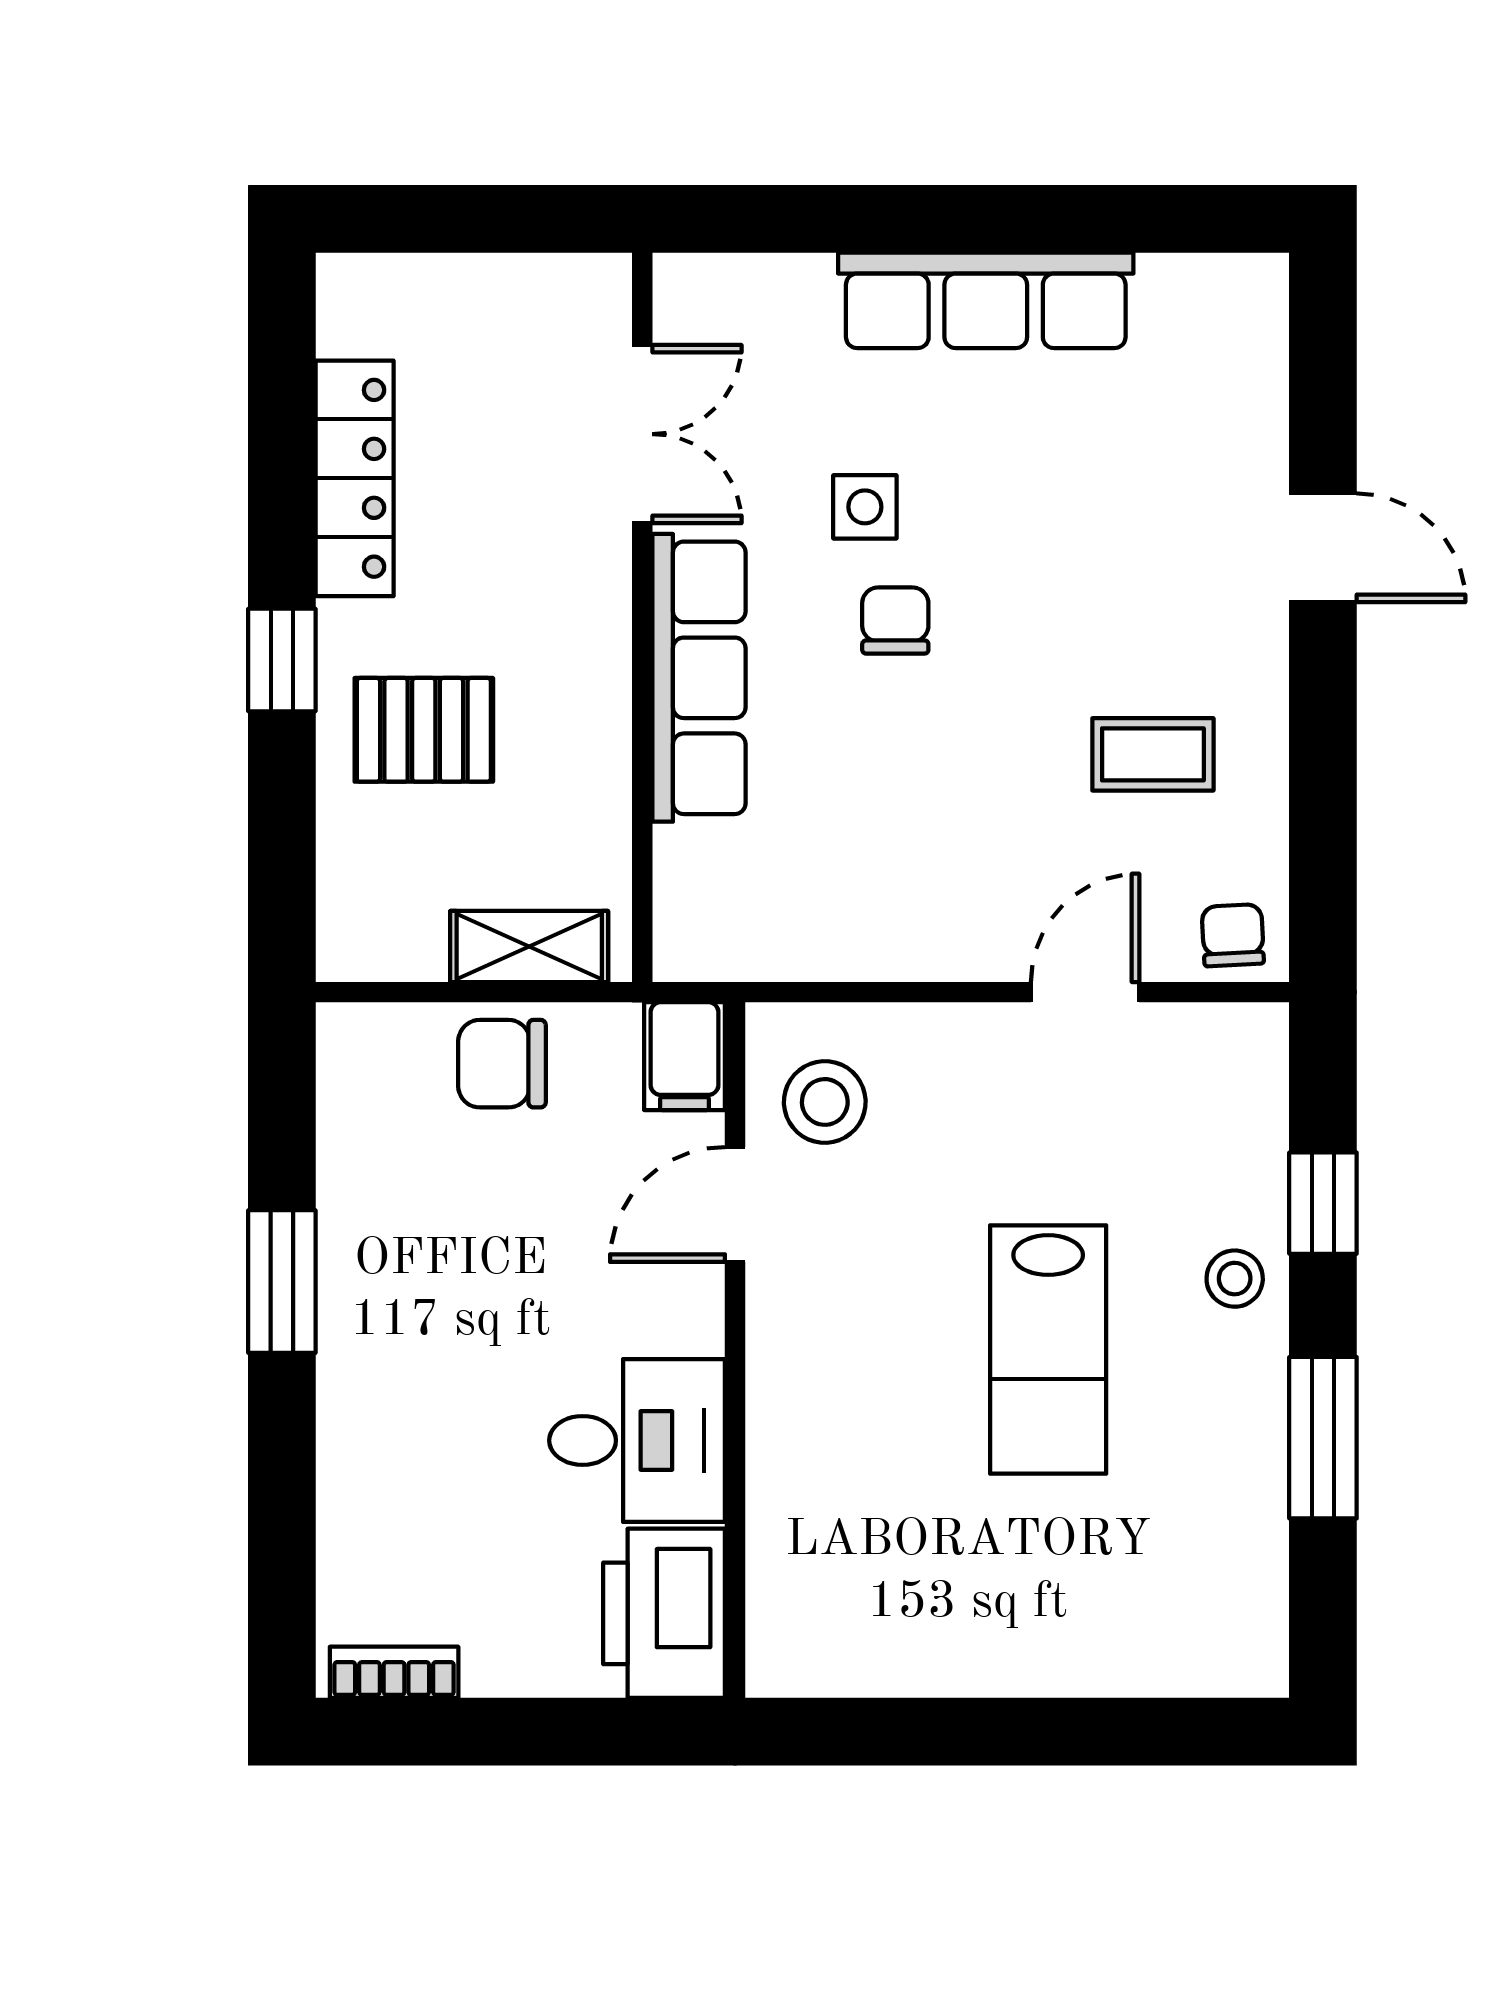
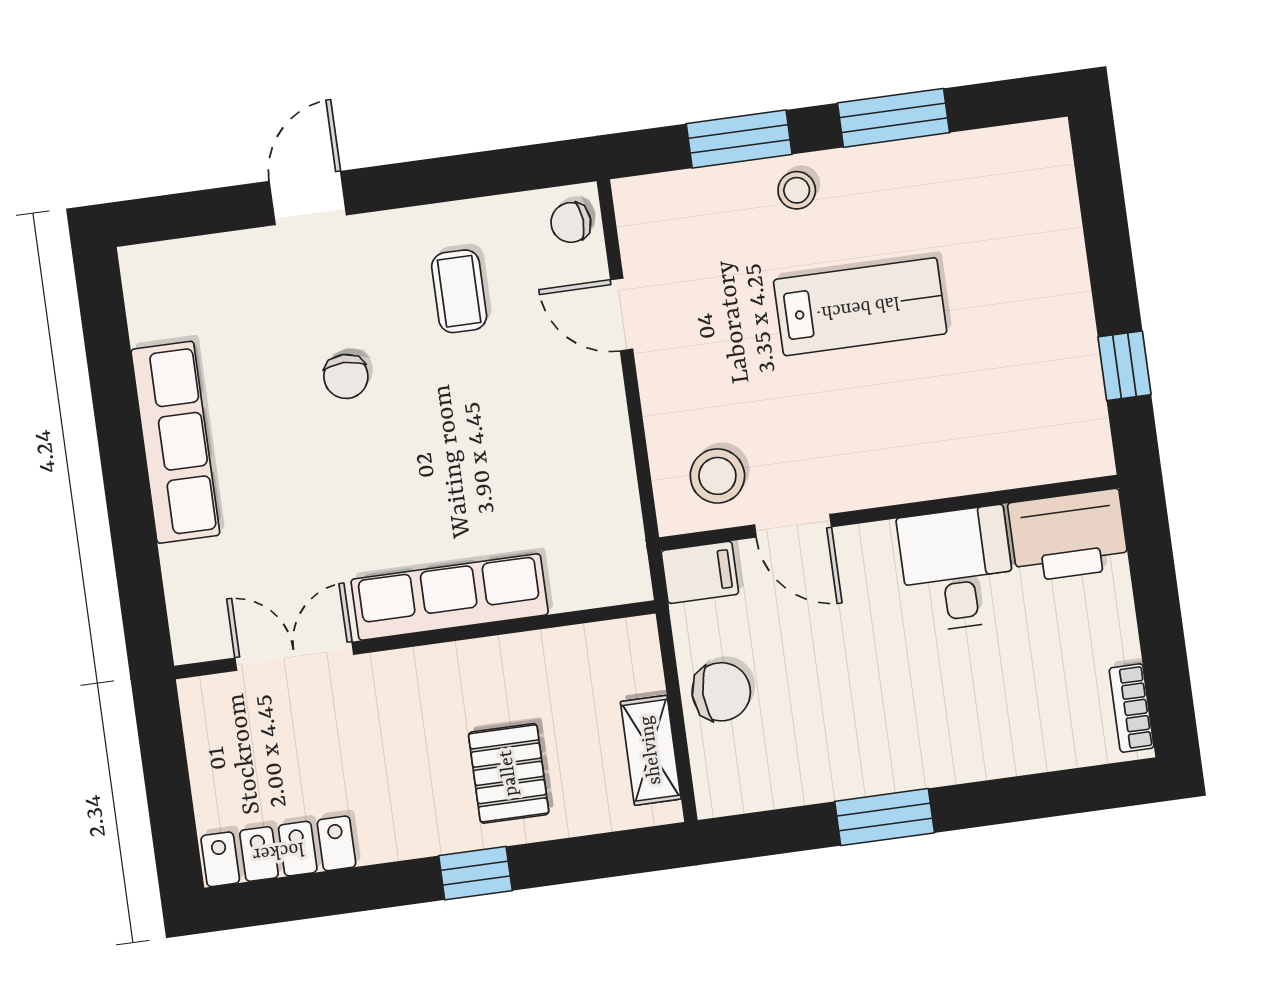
locker: (355, 478) -> (278, 851), moved
side table: (865, 507) -> (322, 503), removed
chair: (895, 620) -> (346, 376), moved, turned -90
shelving: (529, 947) -> (651, 750), moved
chair: (502, 1064) -> (721, 692), turned -90
window: (1323, 1203) -> (739, 139), width x1.50
window: (906, 1732) -> (1124, 366), added

